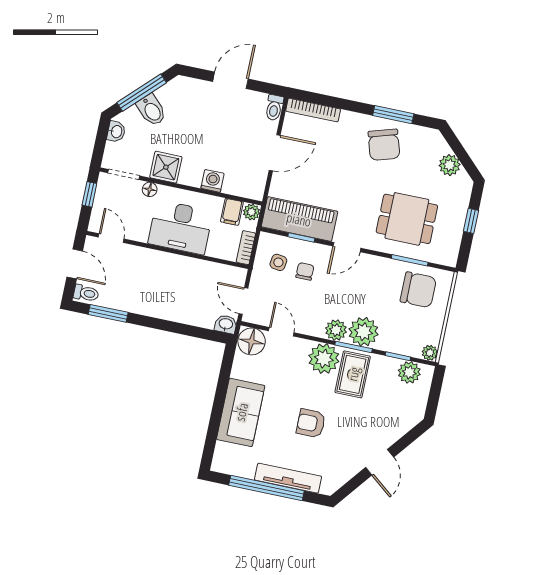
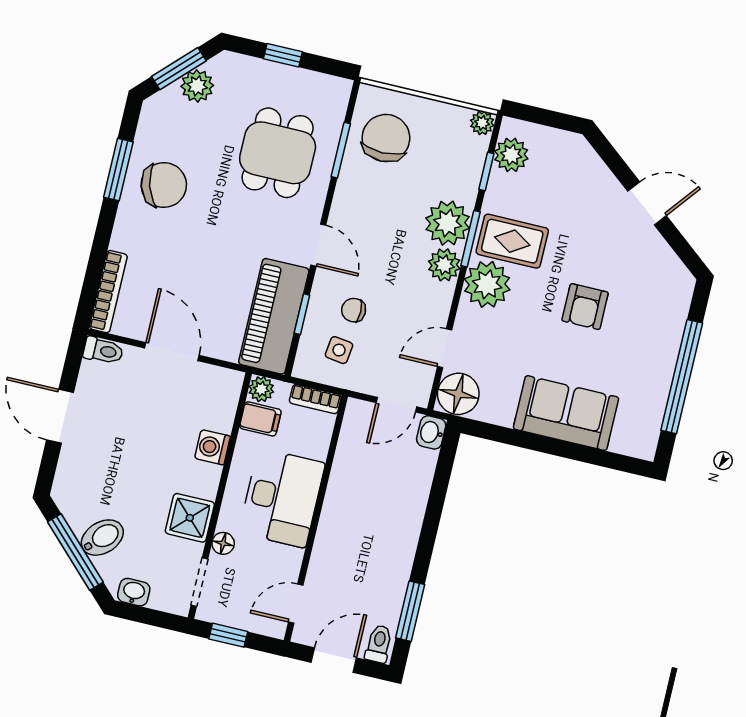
window: (461, 153) -> (179, 69), added
tv unit: (288, 478) -> (668, 343), removed

